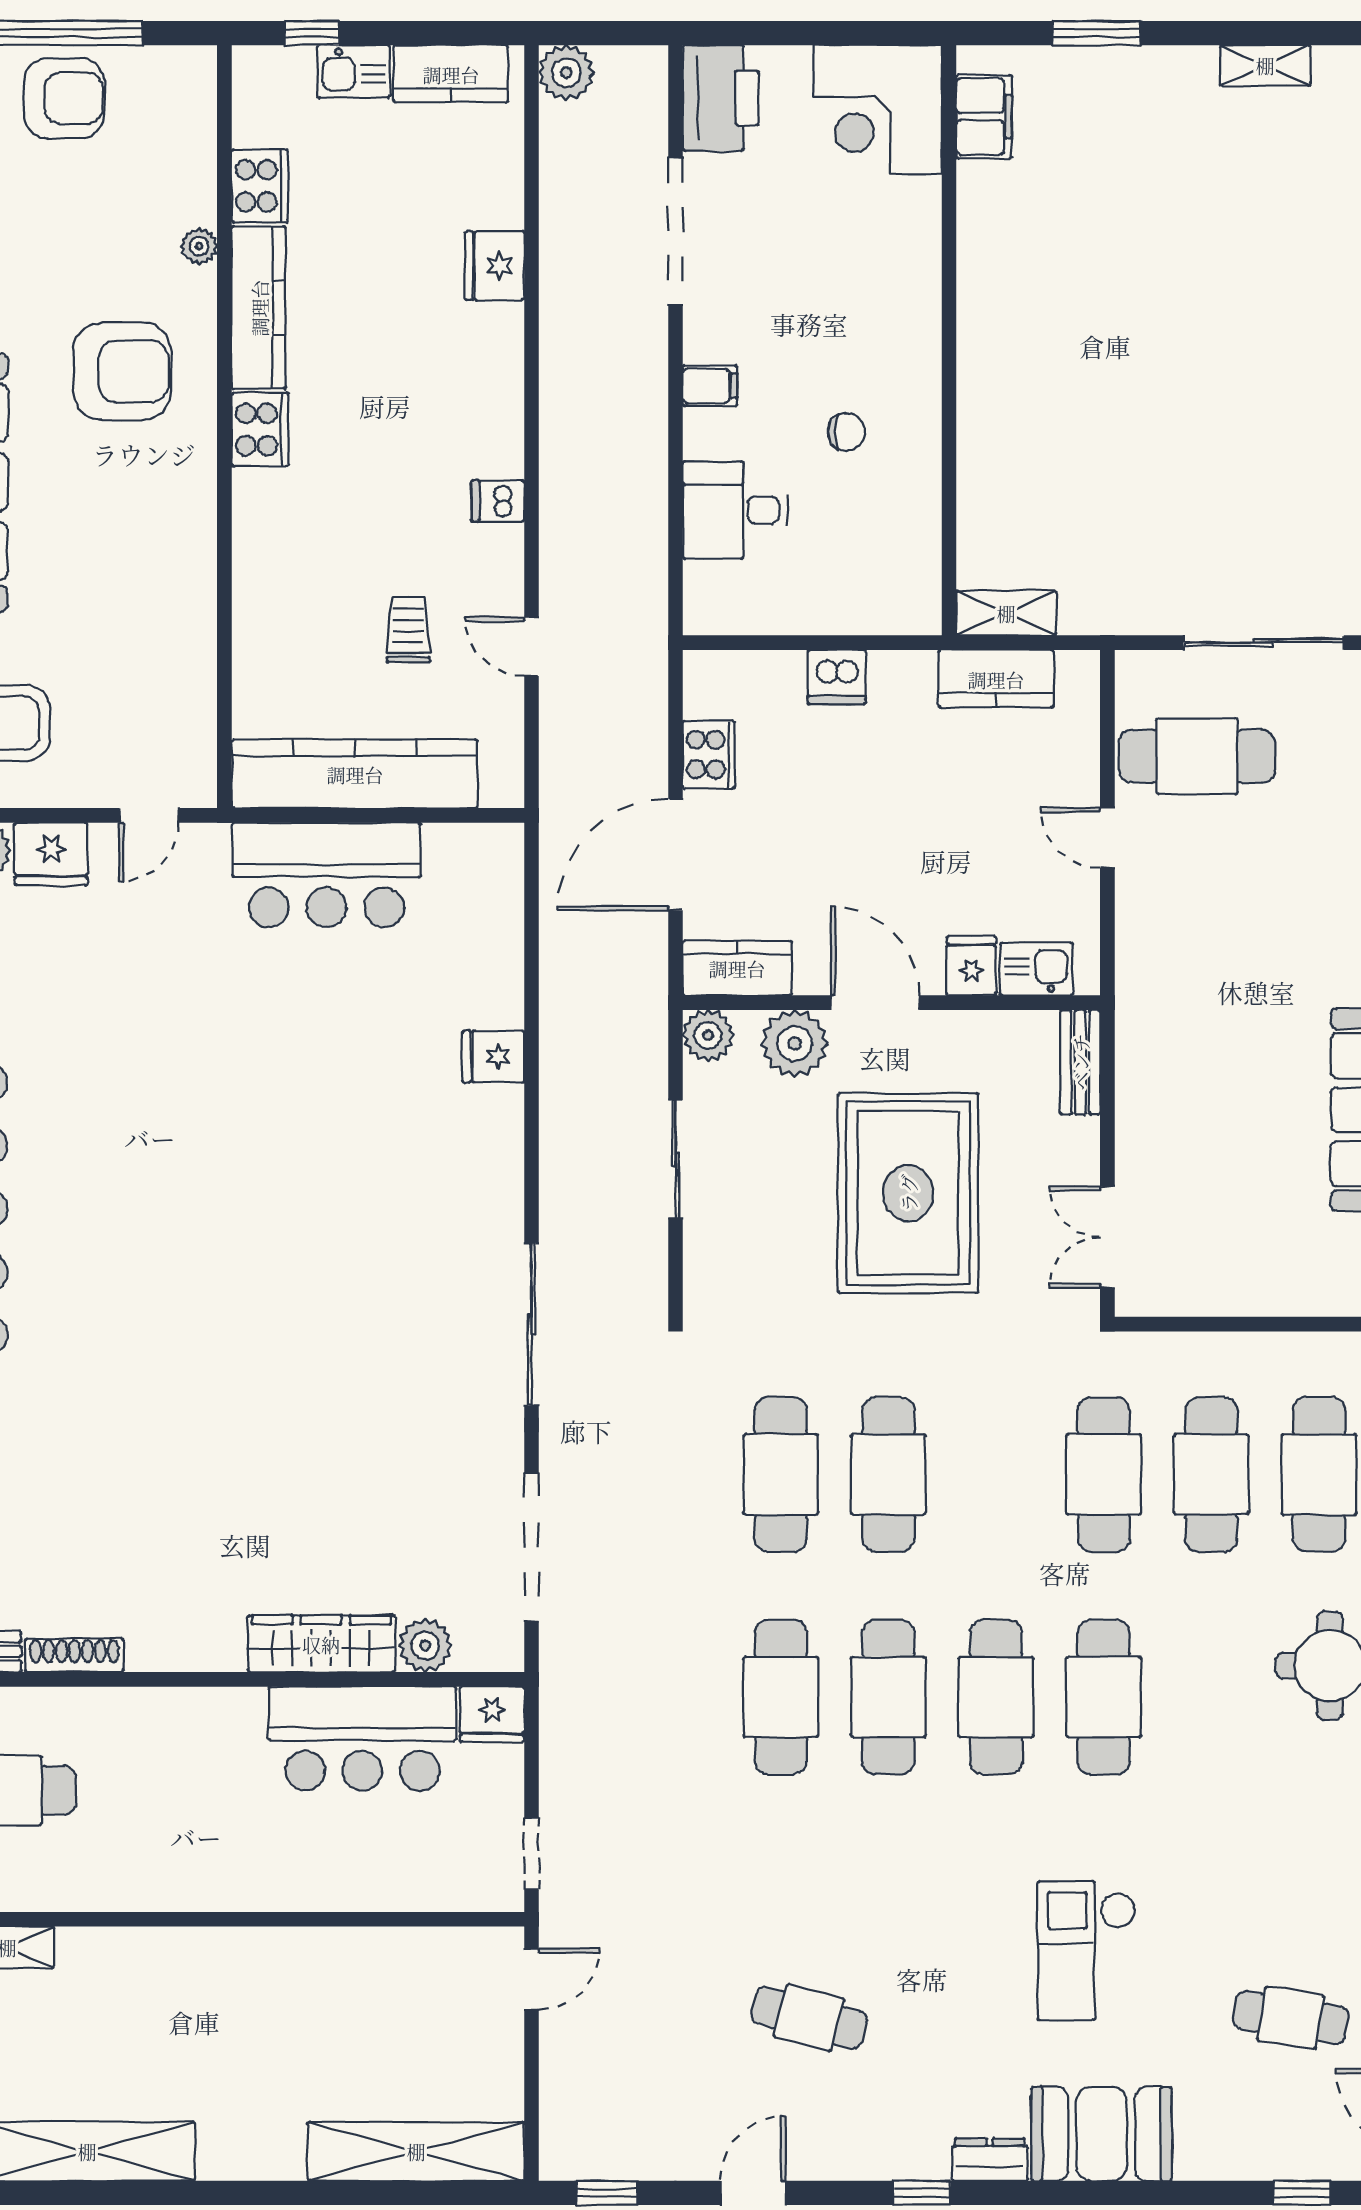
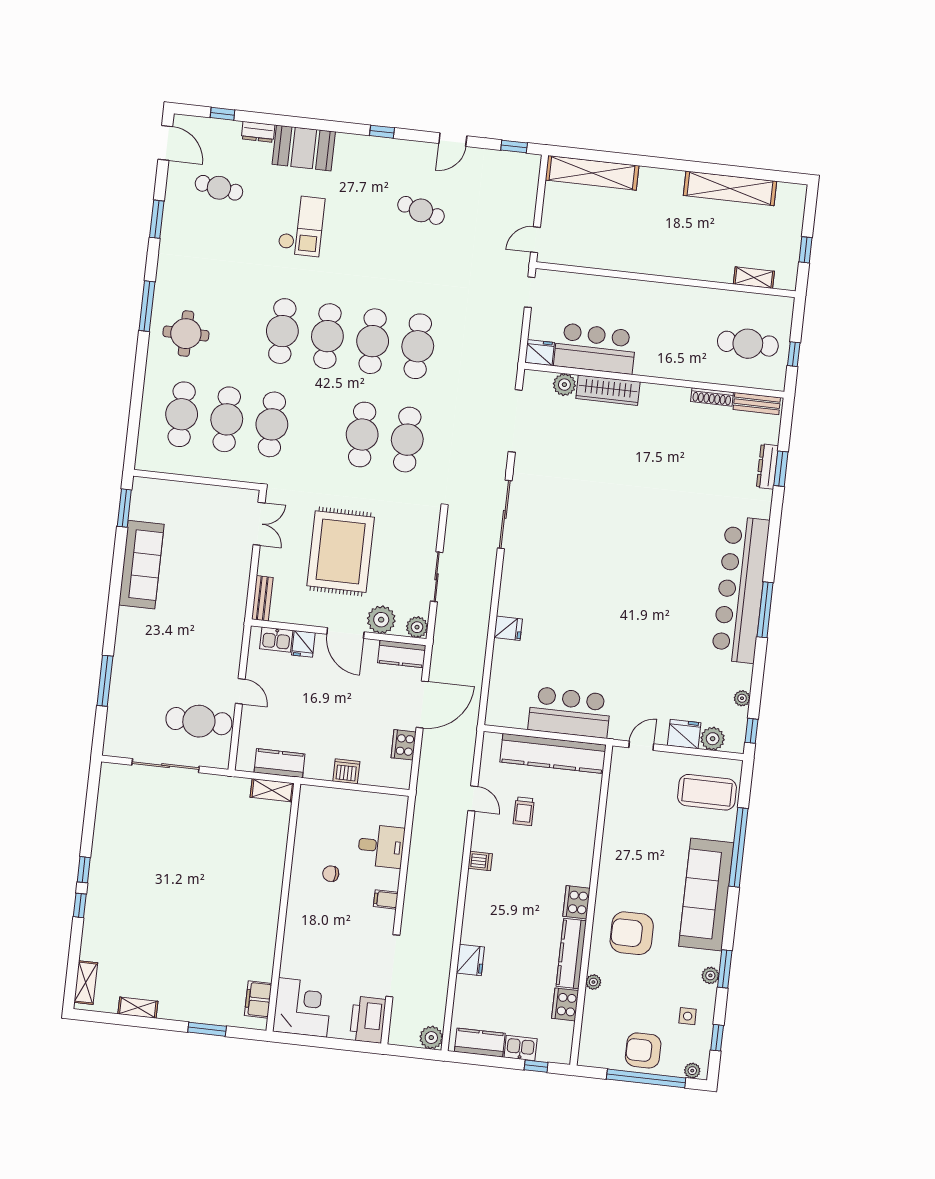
dresser: (990, 2160) -> (258, 132), moved

